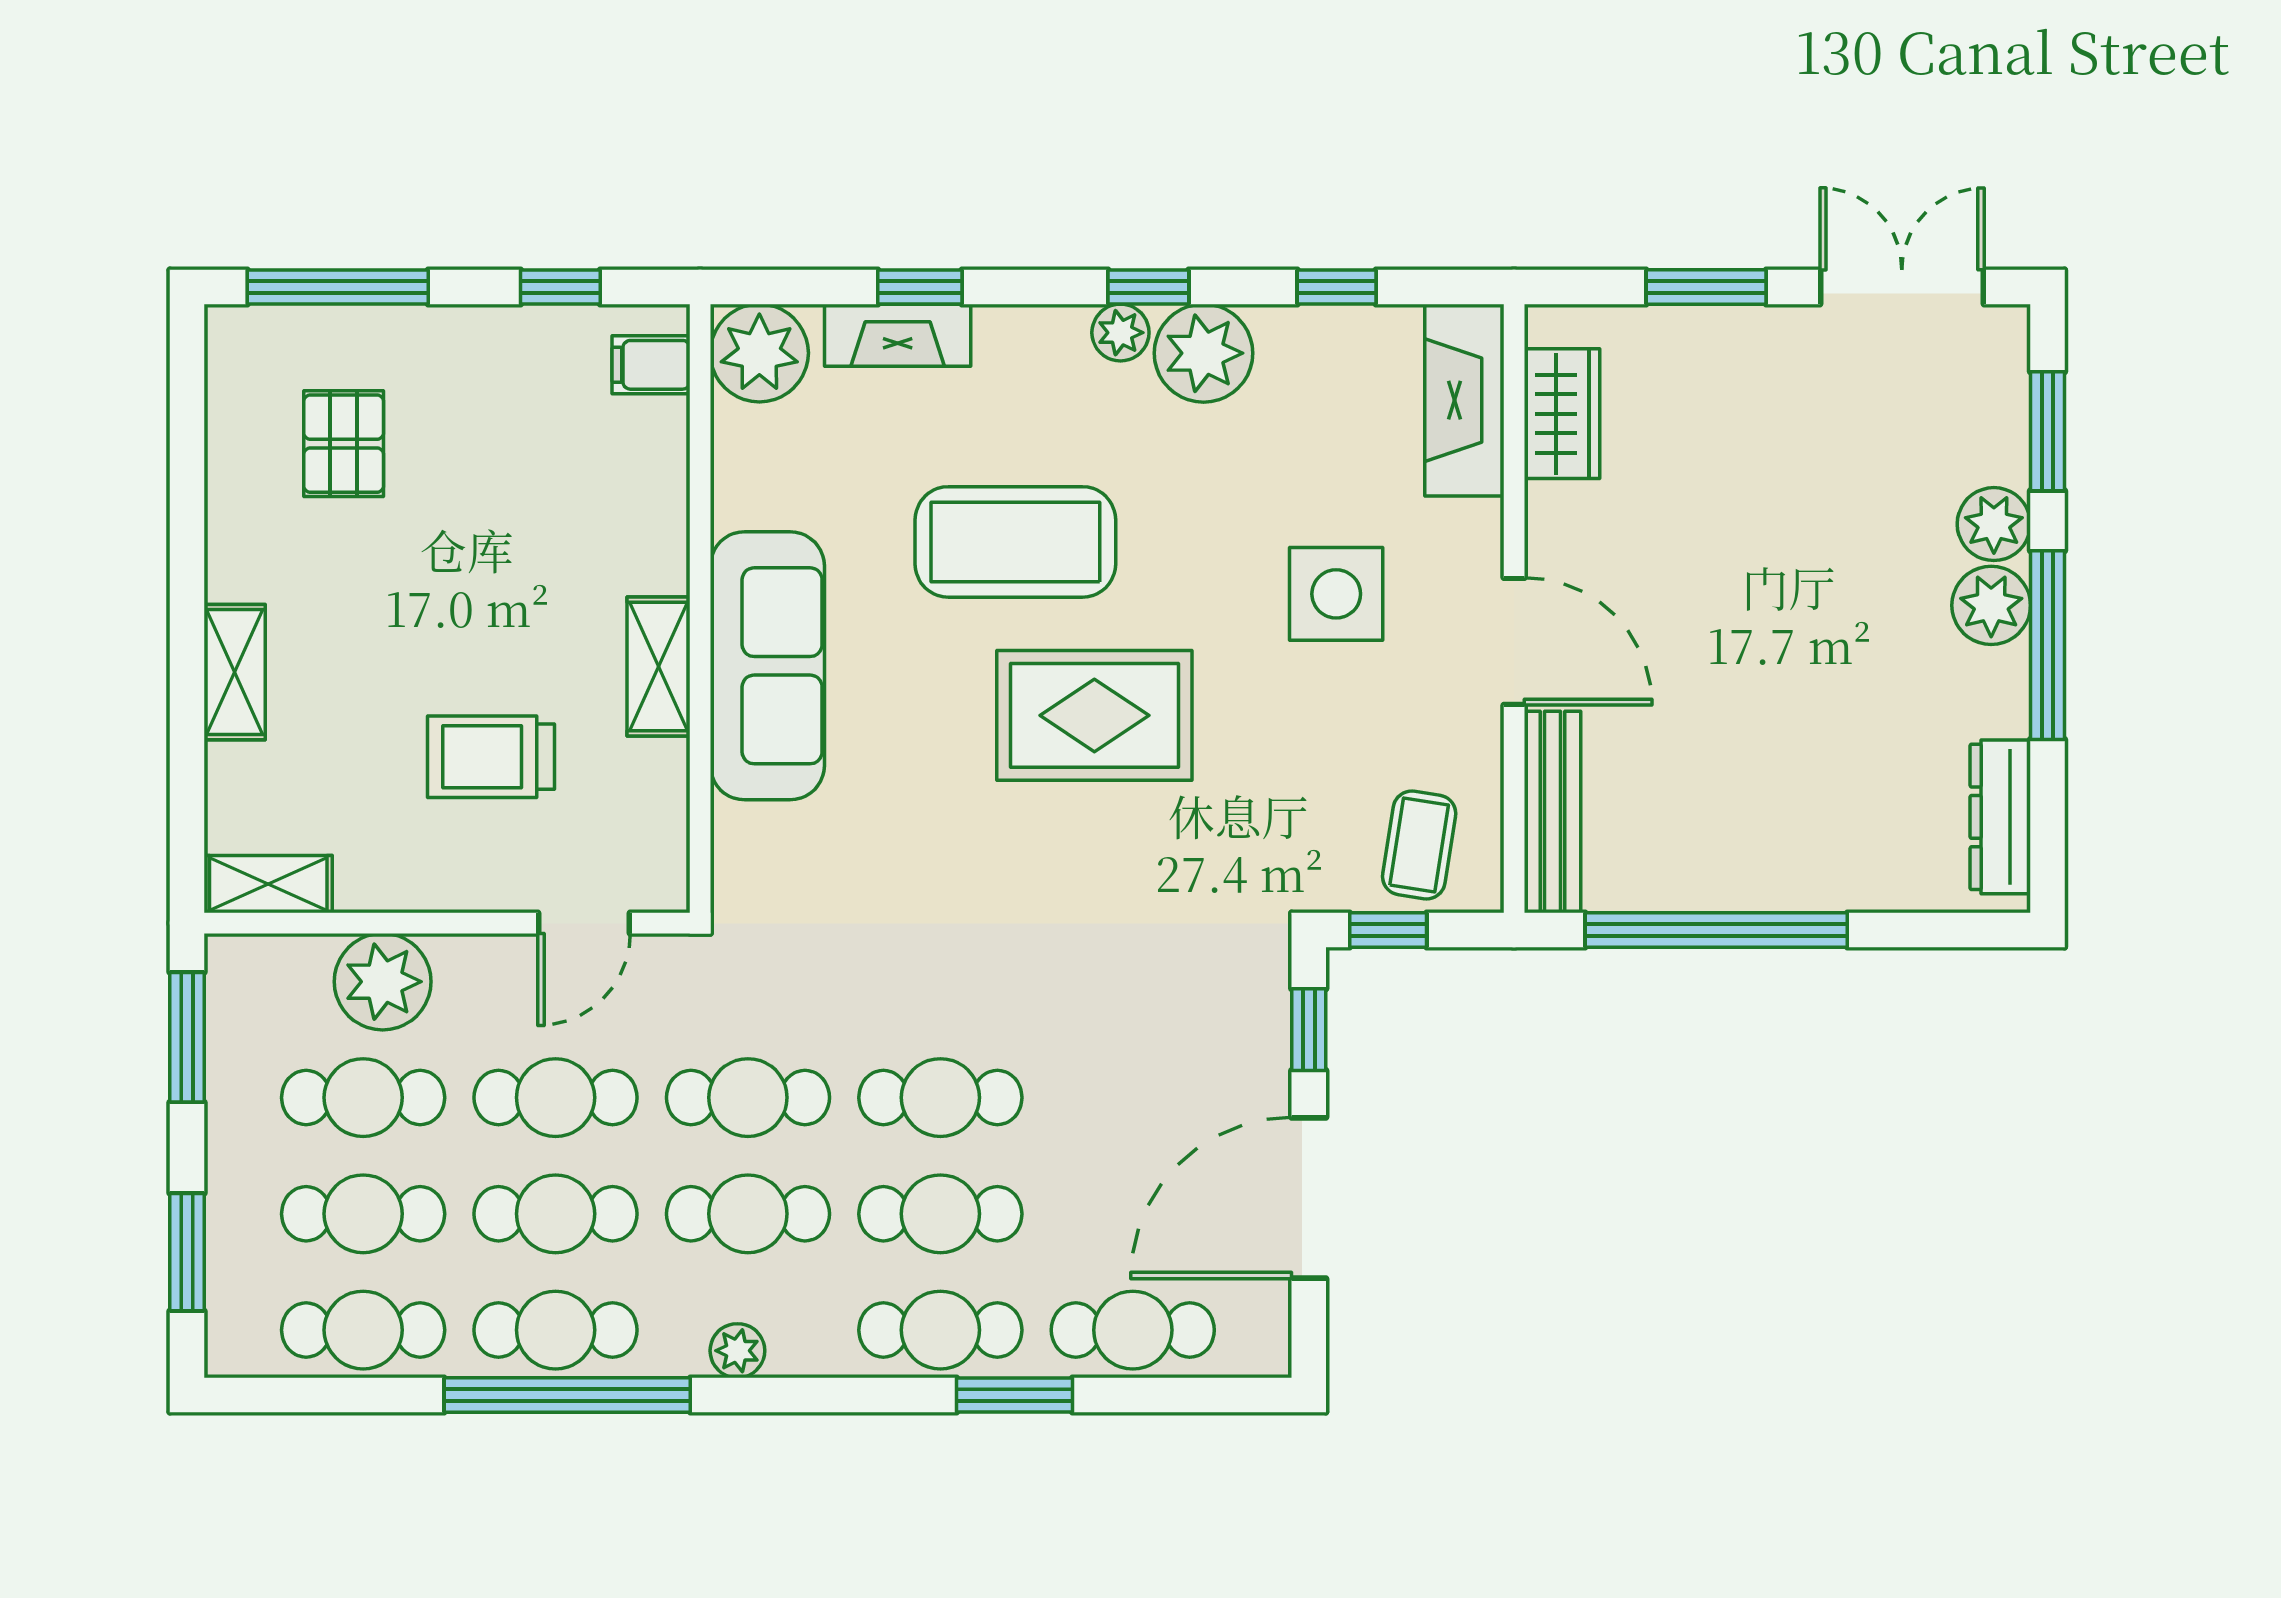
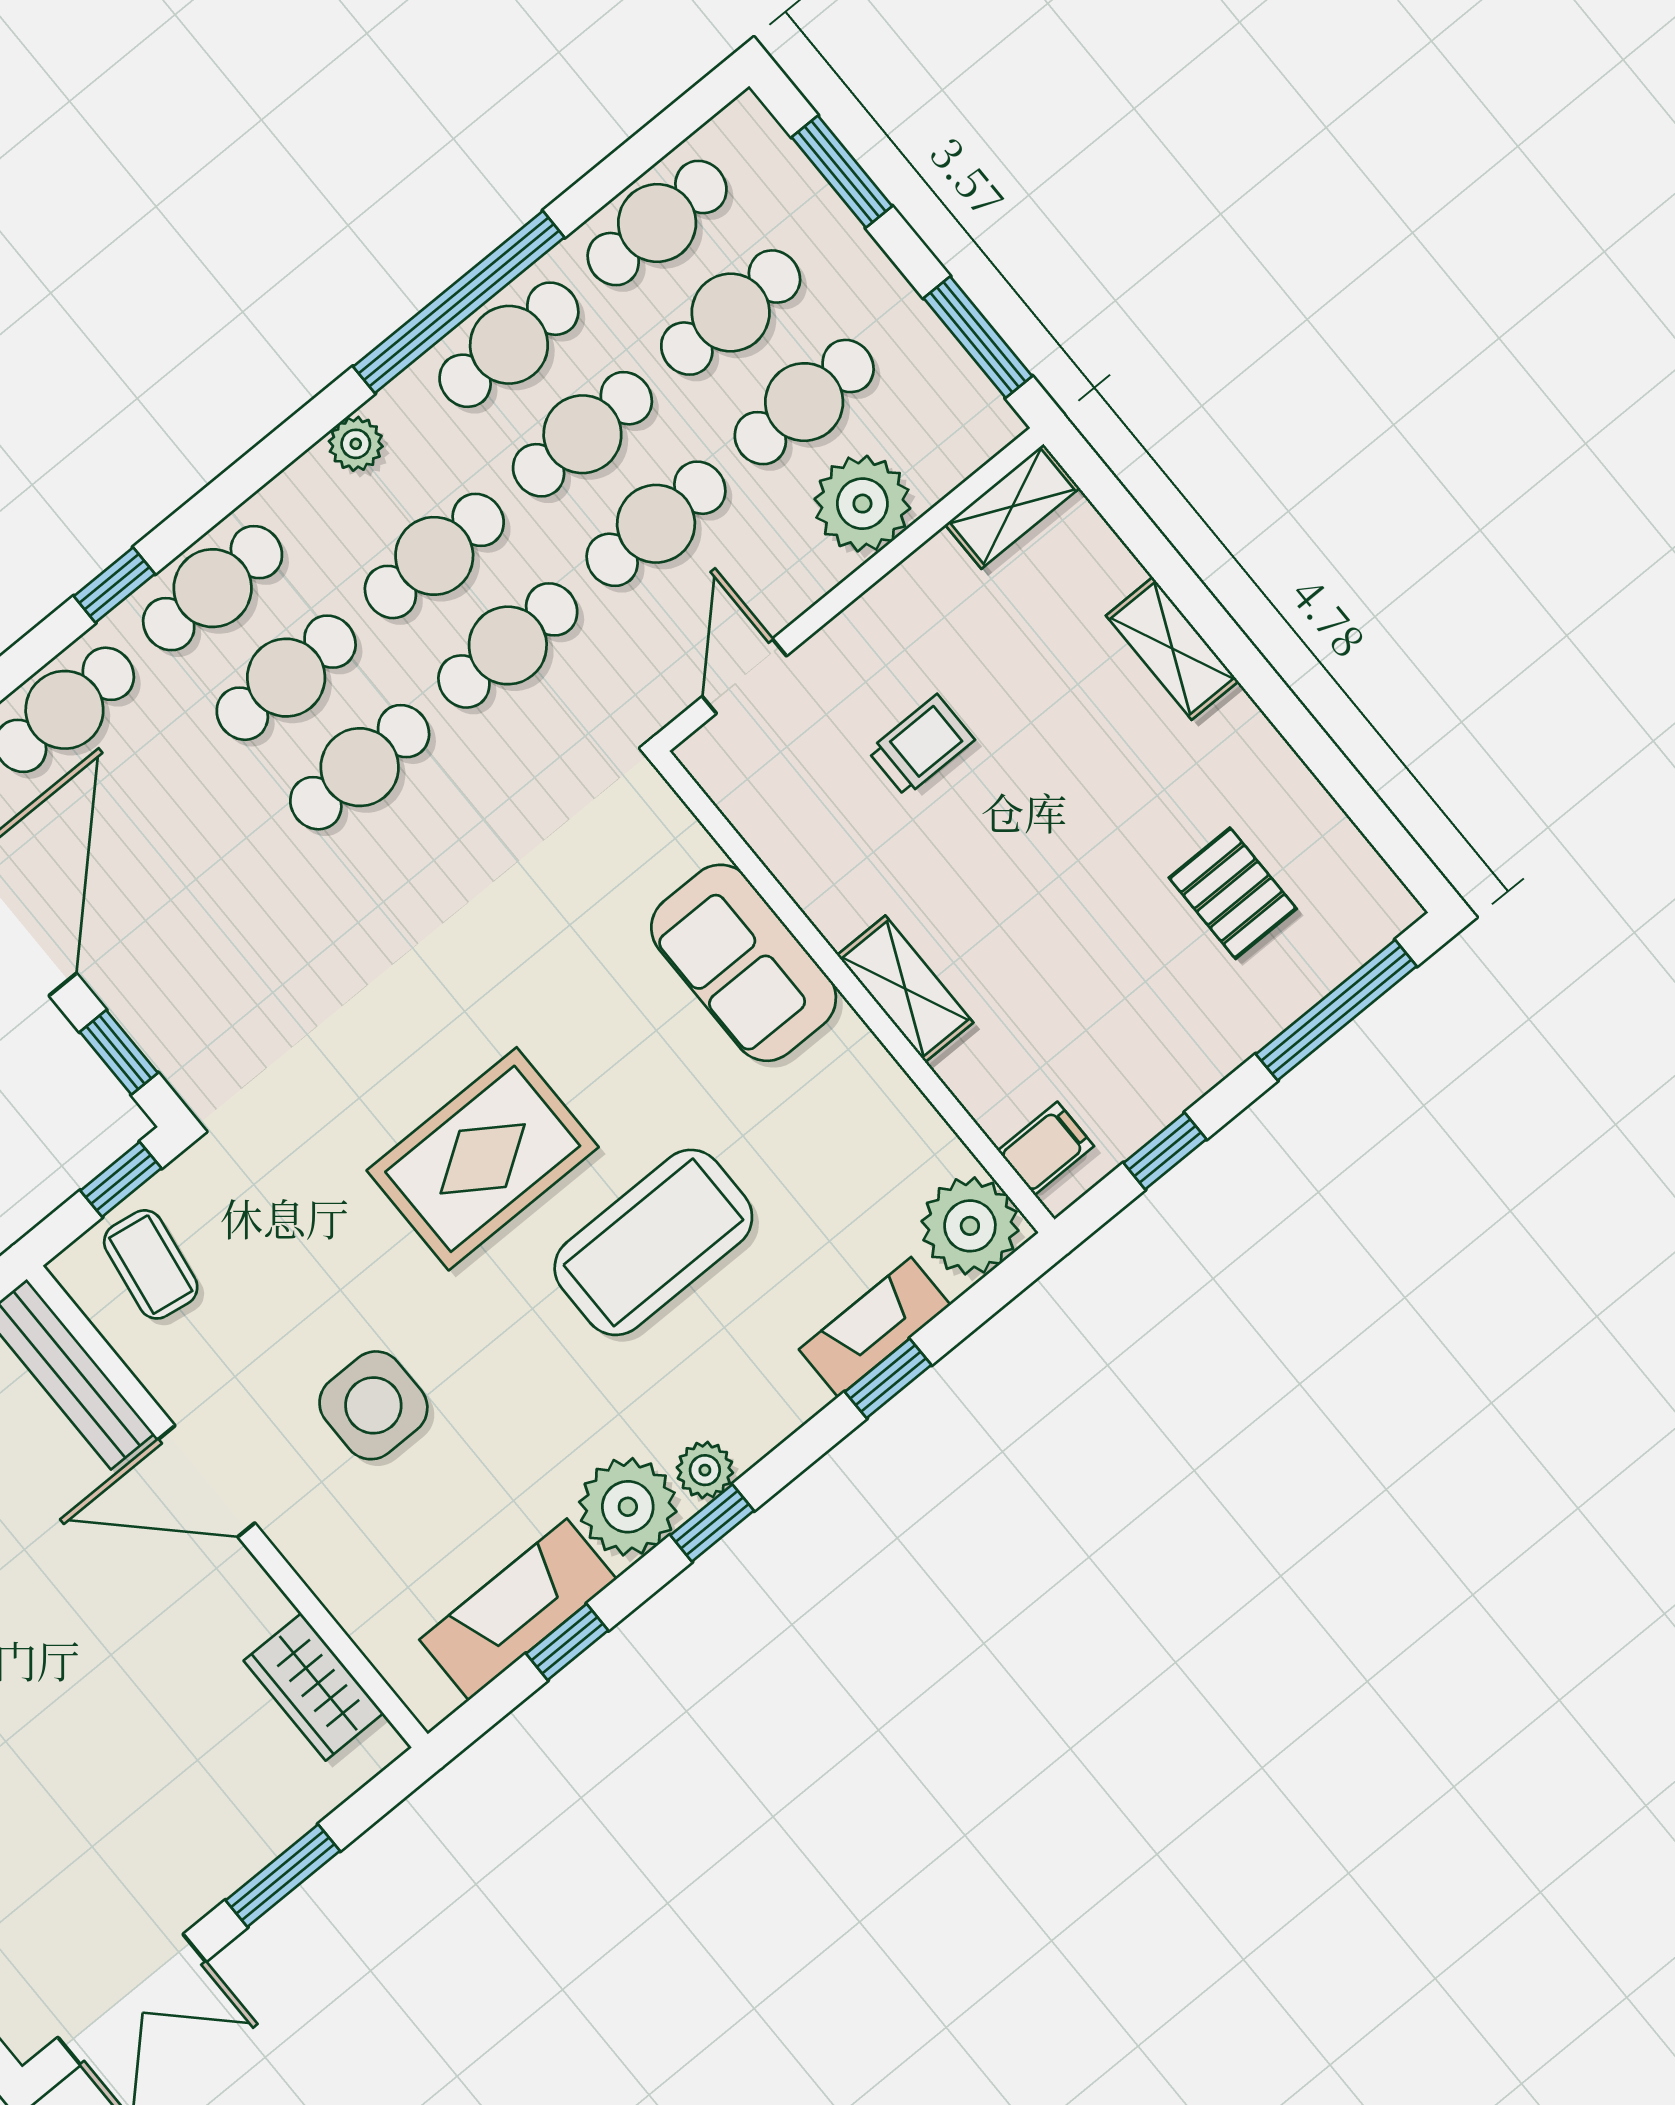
fireplace: (1464, 400) -> (518, 1609), moved, turned -90
shelving: (658, 666) -> (905, 989), moved
sofa: (767, 666) -> (744, 963), width x0.73
trolley: (491, 757) -> (921, 745), width x0.73, depth x0.72
window: (1015, 1395) -> (114, 585), width x0.67

